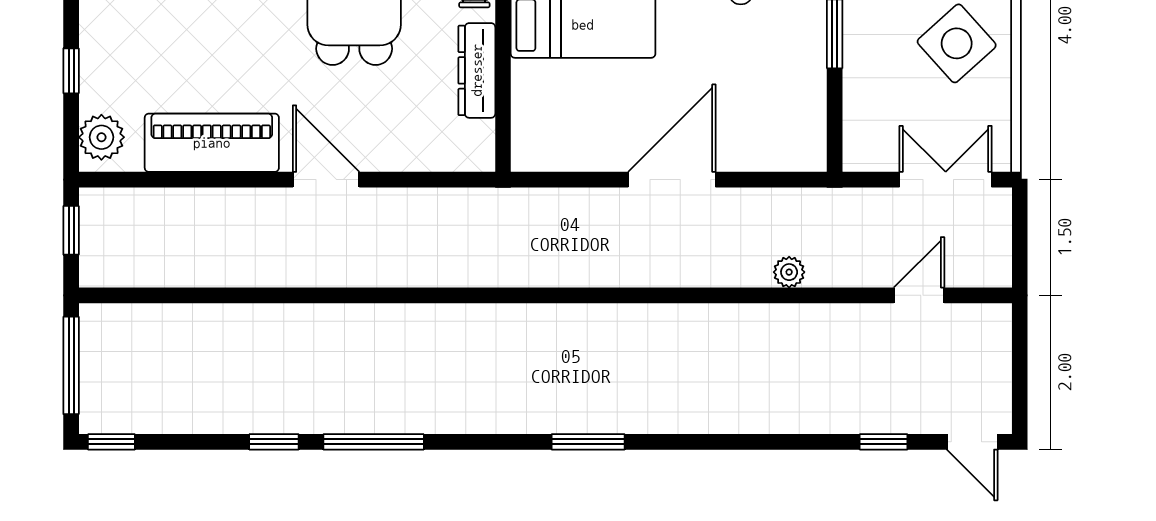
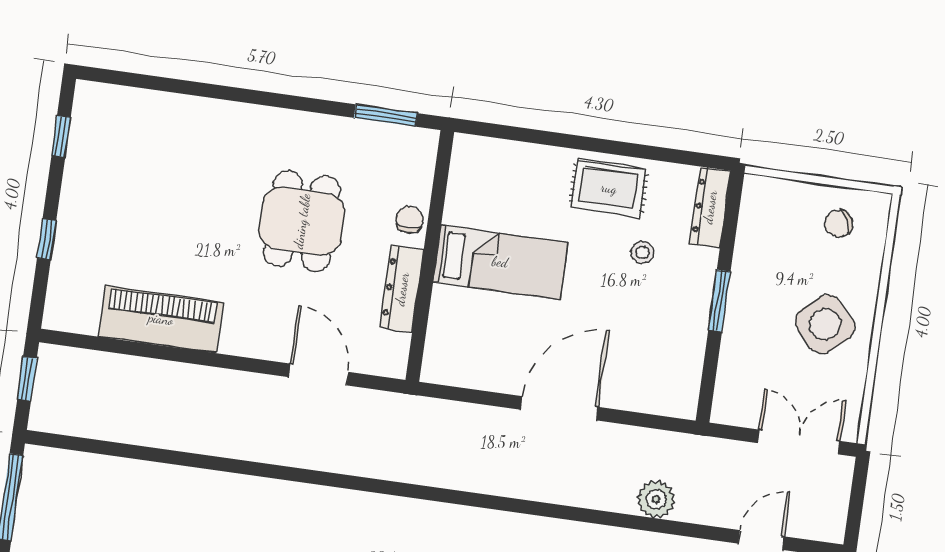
plant: (101, 137) -> (65, 301), removed
door: (326, 180) -> (318, 375), moved
plant: (789, 272) -> (656, 499), width x1.38, depth x1.38

